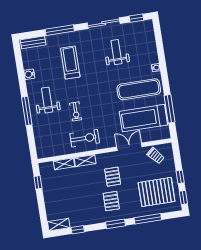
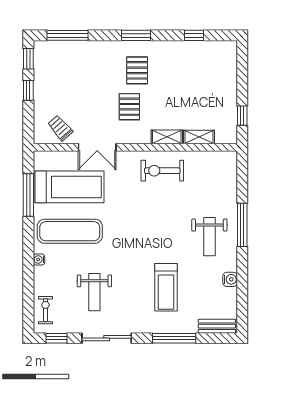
exercise bike: (76, 111) -> (45, 310), moved
pallet: (157, 192) -> (67, 73), removed
window: (148, 219) -> (68, 35), moved
shelving: (59, 225) -> (221, 48), removed

